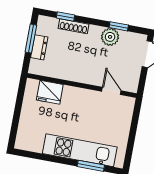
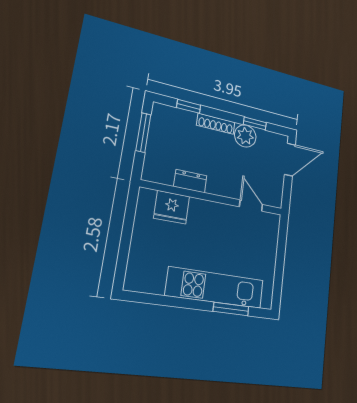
shoe rack: (74, 26) -> (216, 124), moved
dresser: (39, 47) -> (190, 181), moved, turned -90

